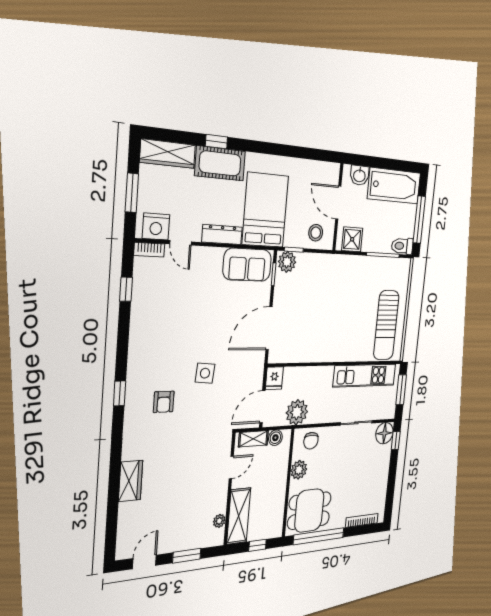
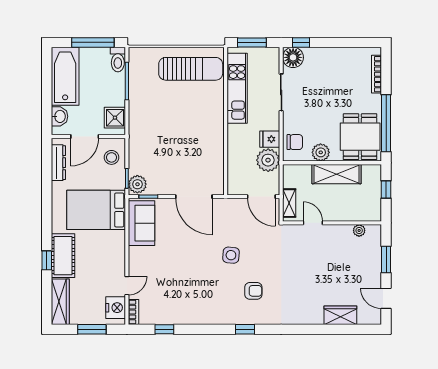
dresser: (222, 235) -> (58, 163), moved, turned 180
fridge: (274, 378) -> (270, 139), moved, turned 180
boiler: (275, 438) -> (290, 181), removed
wardrobe: (131, 481) -> (340, 315), moved
shelving: (239, 516) -> (337, 174), moved

